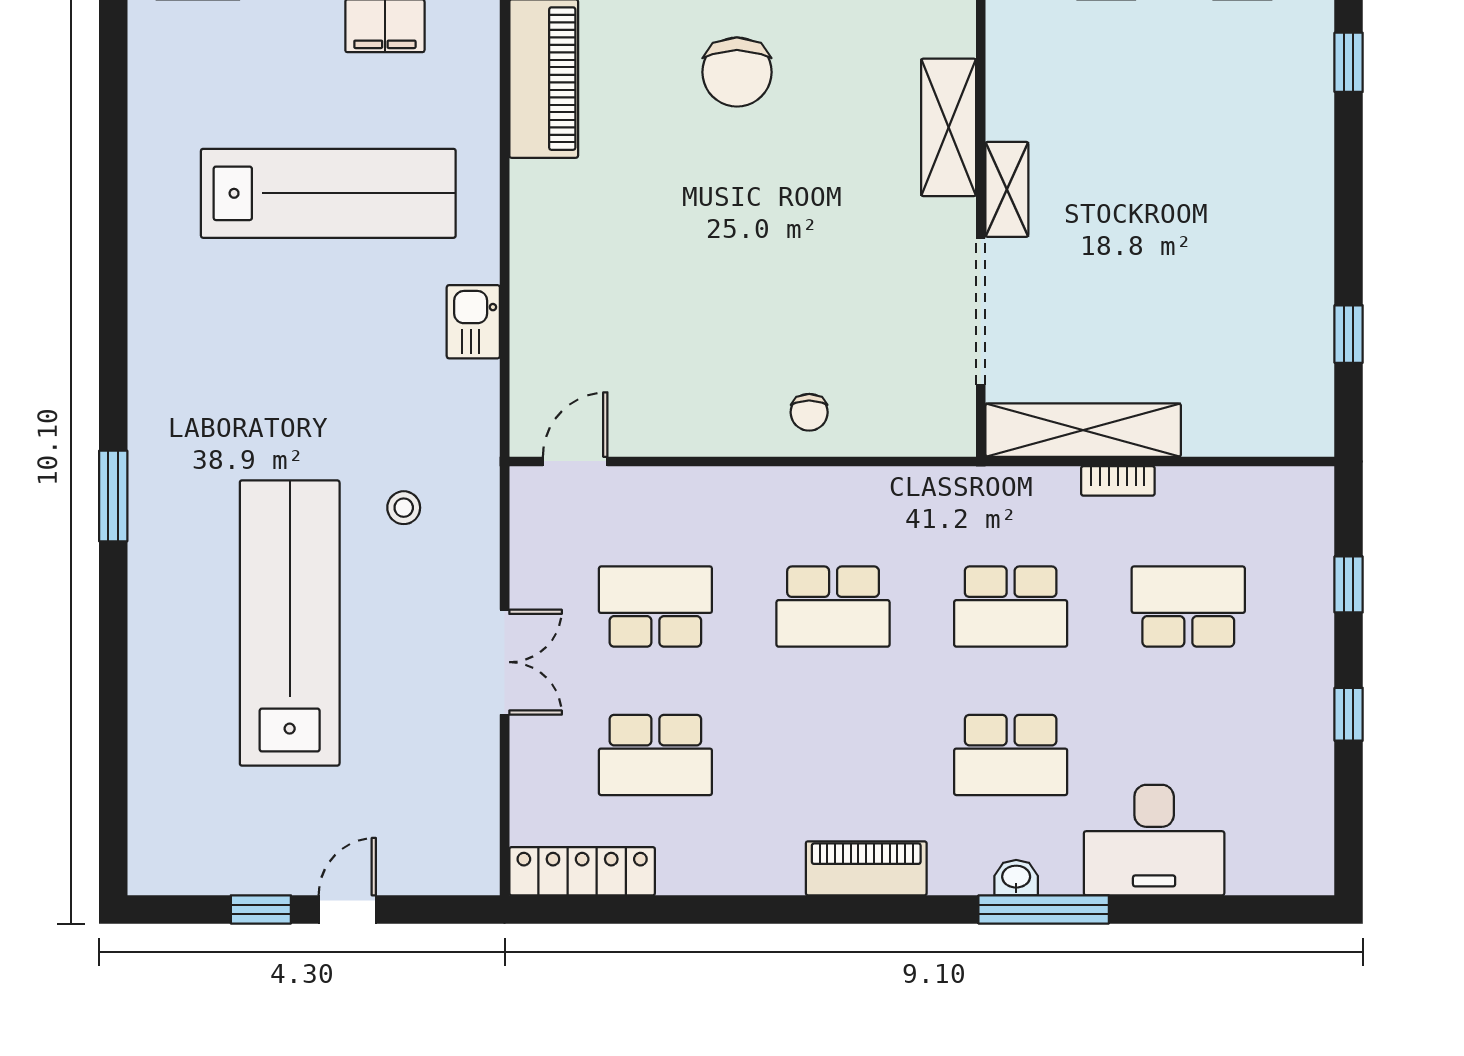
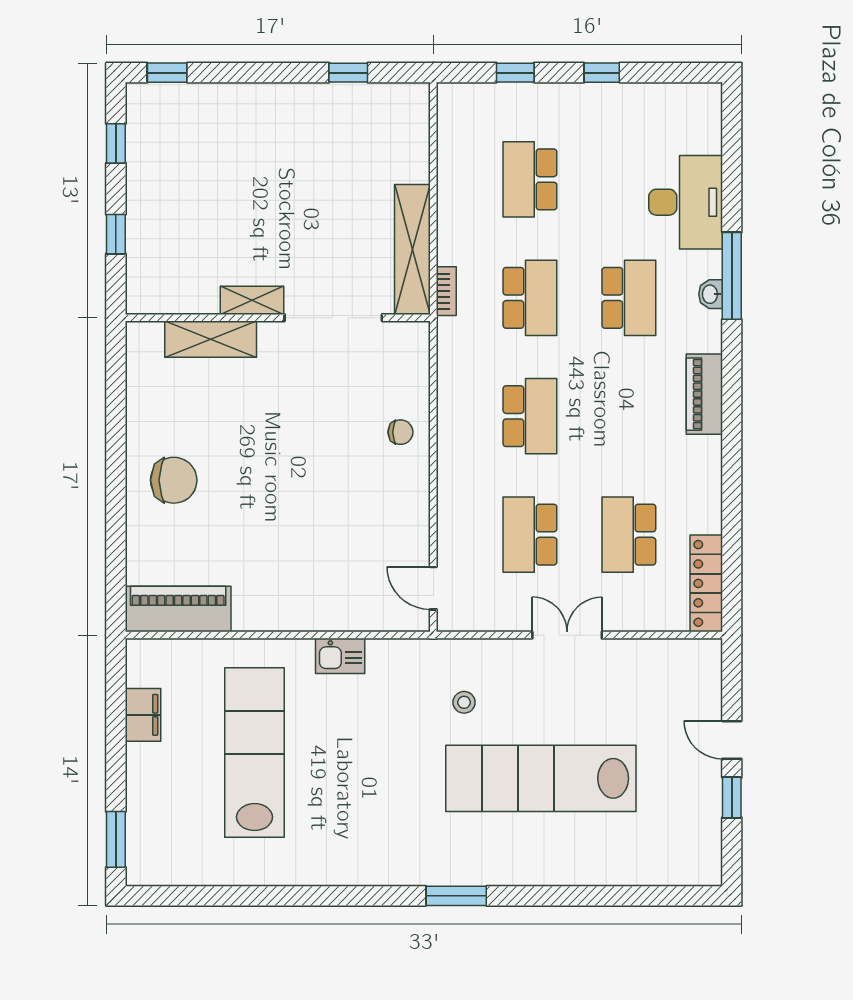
bookcase: (1118, 481) -> (446, 291), moved
school desk: (655, 755) -> (629, 535), turned 180

